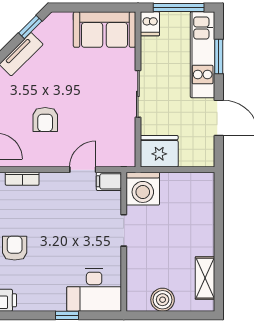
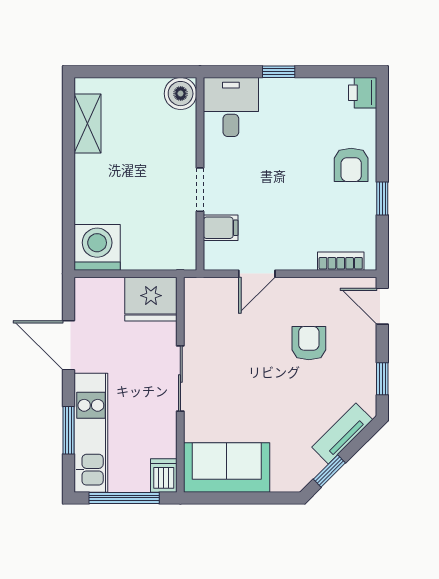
filing cabinet: (109, 181) -> (221, 228), moved
washing machine: (143, 189) -> (97, 247), moved
desk: (94, 290) -> (231, 107), width x0.73
boiler: (163, 300) -> (181, 94), moved

